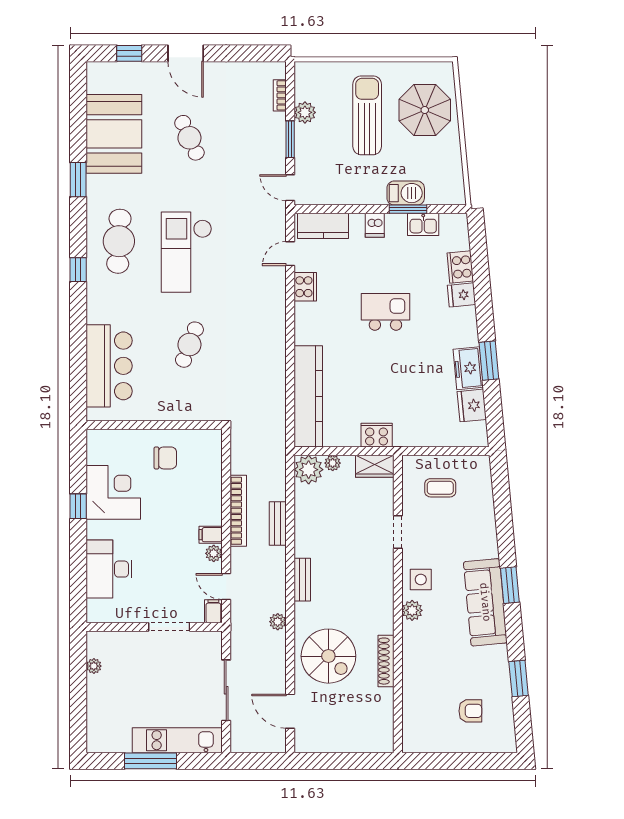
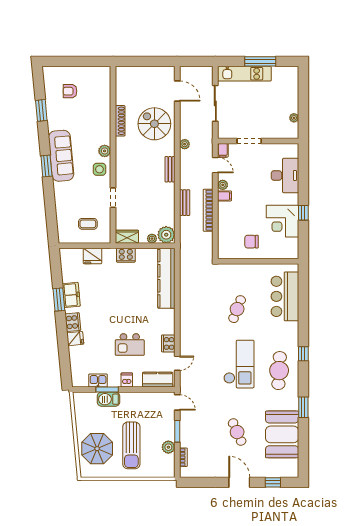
cooker: (460, 267) -> (73, 322), moved
kitchen island: (385, 312) -> (130, 345), moved
fridge: (472, 405) -> (92, 256), moved, turned 95

